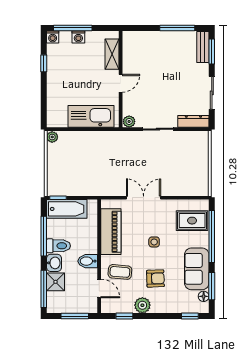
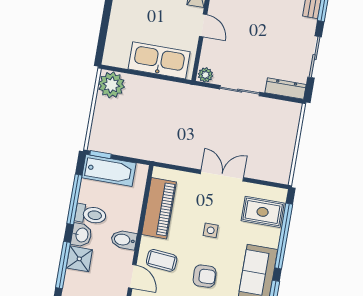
door: (121, 83) -> (203, 25), hinge flipped
plant: (52, 137) -> (111, 85), width x1.88, depth x1.88
double door: (144, 198) -> (222, 176), moved

